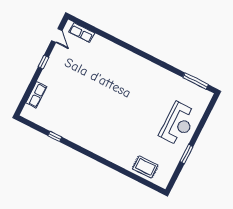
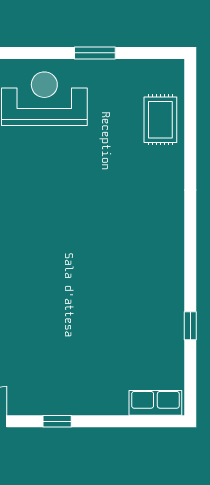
row of seats: (36, 95) -> (155, 403), moved

